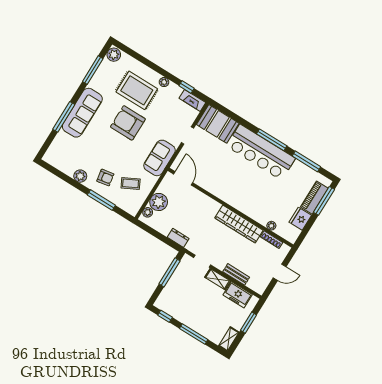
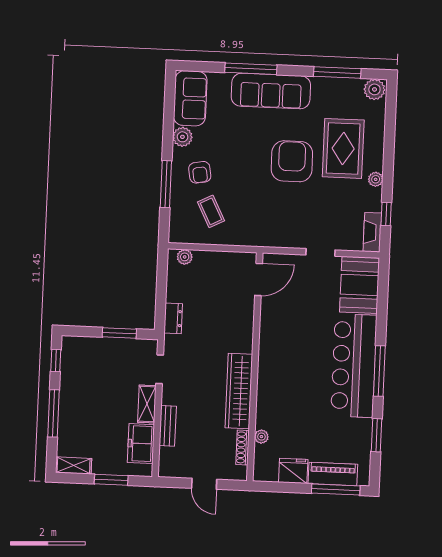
sofa: (159, 158) -> (190, 98), moved, turned 90
window: (306, 161) -> (376, 435), width x0.69
plant: (159, 202) -> (207, 264), removed
window: (170, 272) -> (119, 333), width x0.69

